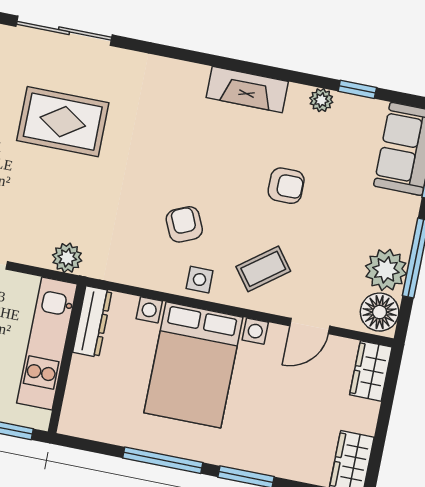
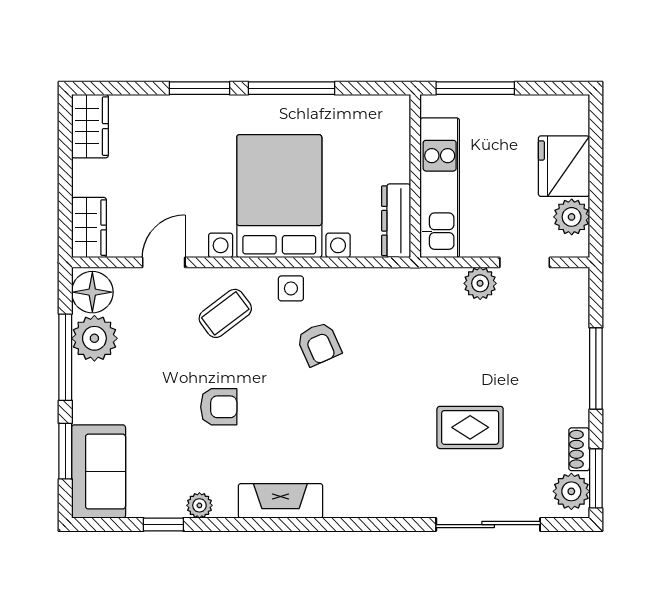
rug: (63, 122) -> (470, 427), width x0.73, depth x0.70
armchair: (286, 186) -> (219, 407), turned 180
plant: (67, 258) -> (480, 283), moved

